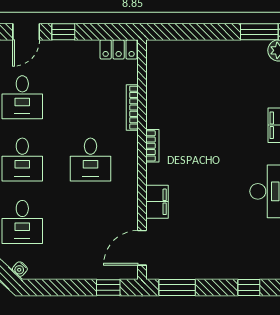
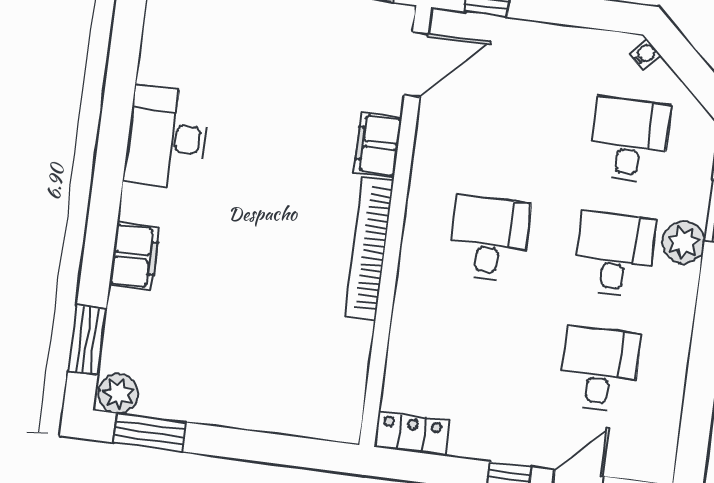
bookcase: (132, 108) -> (401, 324), removed
bookcase: (152, 146) -> (369, 248), width x2.31, depth x1.31

